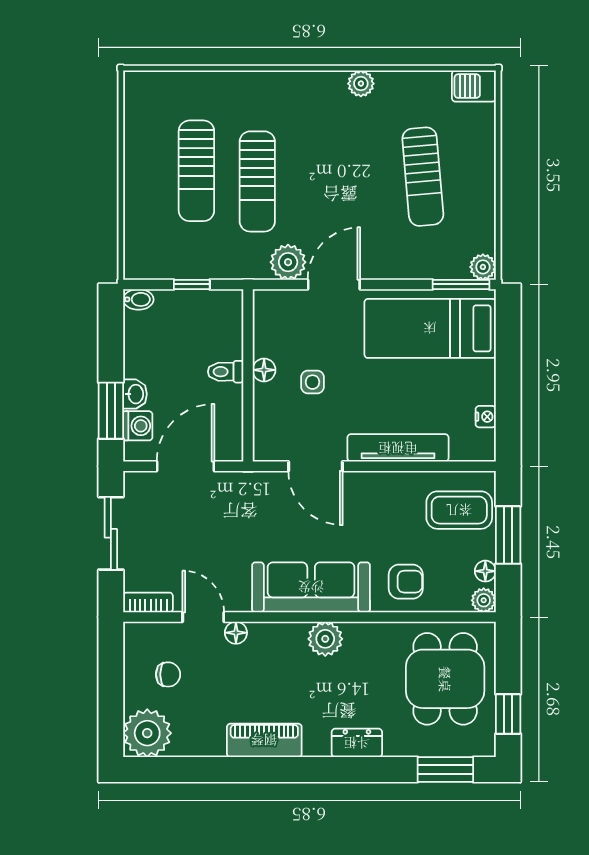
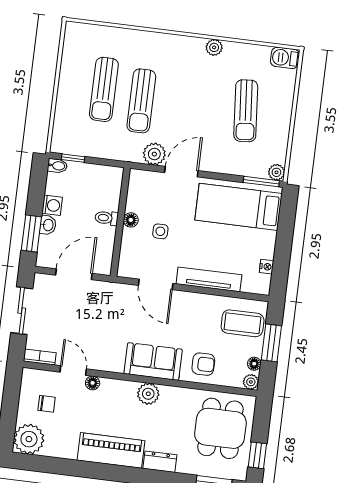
window: (192, 284) -> (73, 158), moved
washing machine: (138, 426) -> (52, 205), moved
sofa: (311, 587) -> (153, 362), width x0.73
piano: (264, 740) -> (111, 450), width x1.37, depth x1.33

